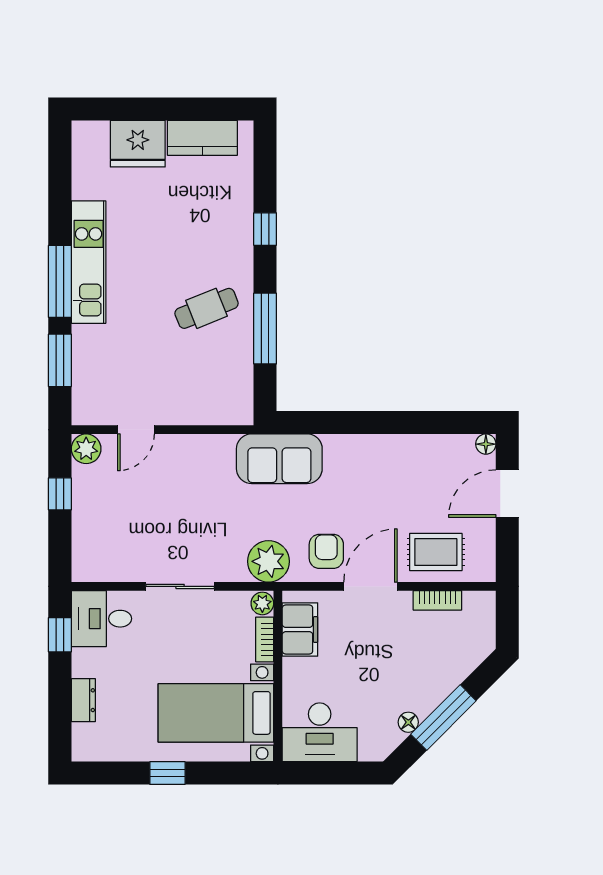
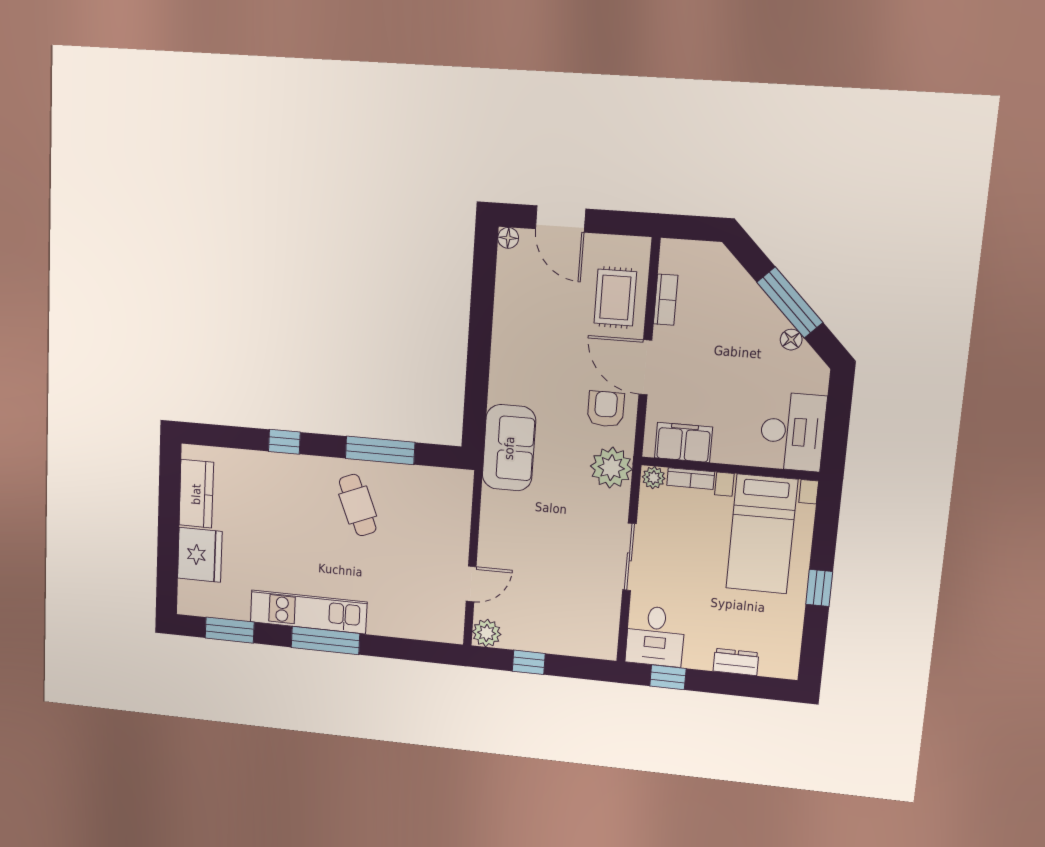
window: (60, 360) -> (230, 630), moved
door: (136, 430) -> (471, 584), hinge flipped
armchair: (326, 551) -> (606, 409), turned 90

